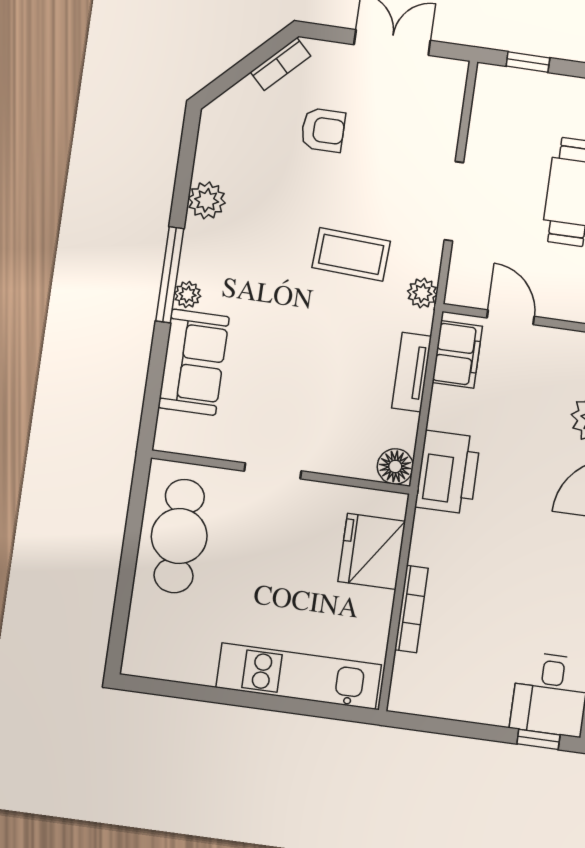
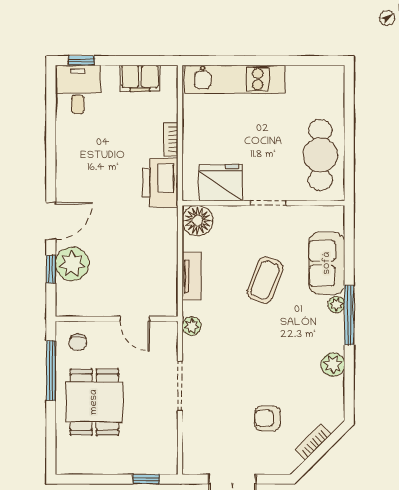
bookcase: (280, 64) -> (313, 442), moved
coffee table: (351, 254) -> (265, 280), moved, turned -72
filing cabinet: (457, 354) -> (140, 78), moved, turned -90
floor lamp: (395, 466) -> (197, 221), width x1.38, depth x1.38
printer: (448, 472) -> (160, 183), moved
fridge: (372, 551) -> (221, 183), moved, turned -90
bookcase: (411, 609) -> (171, 140), width x0.64

